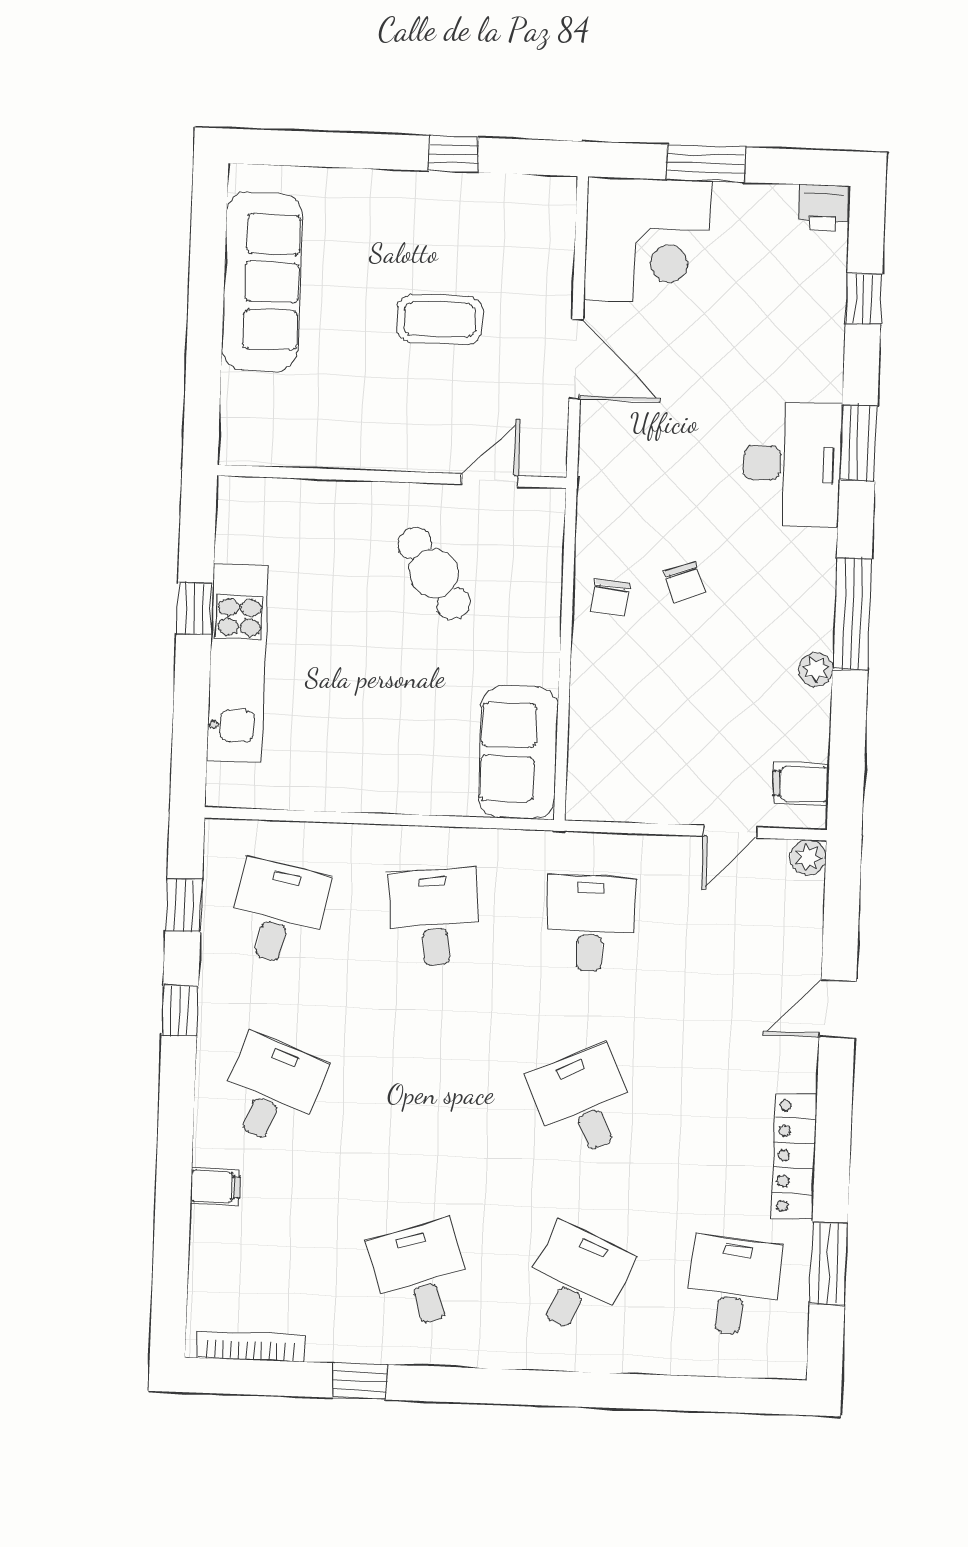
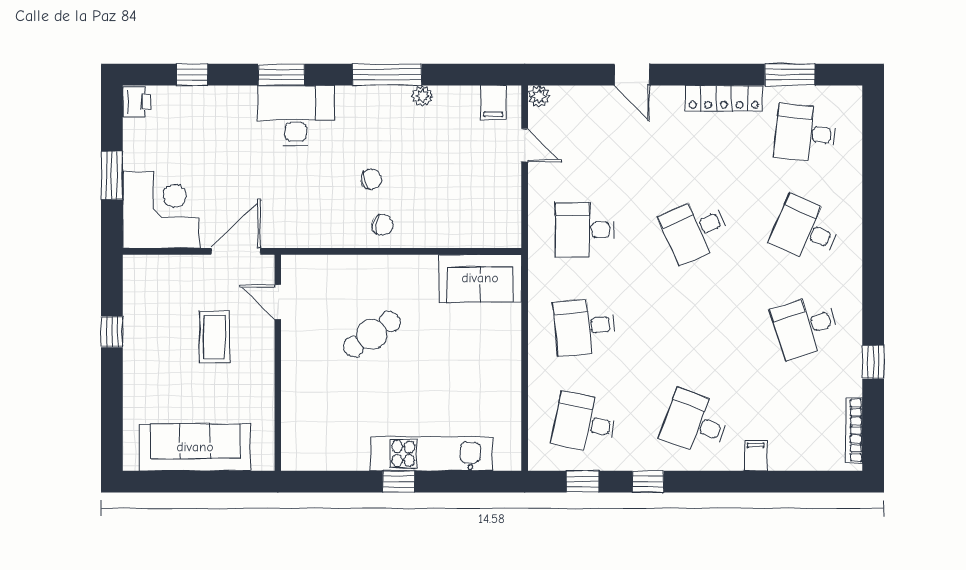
wall: (392, 476) -> (278, 363), moved
door: (490, 480) -> (278, 302), moved

